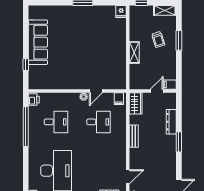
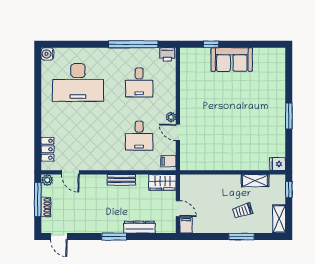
sofa: (38, 42) -> (232, 60), width x0.73
shelving: (134, 52) -> (255, 181), moved

